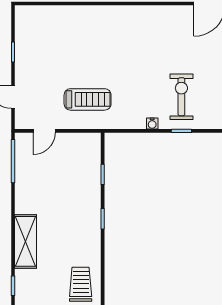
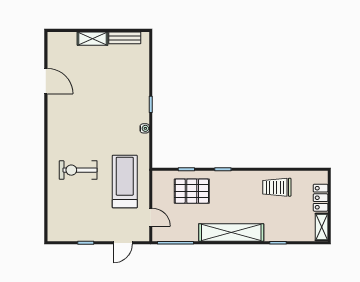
exercise bike: (181, 97) -> (78, 170), moved
treadmill: (88, 99) -> (125, 182), width x1.37, depth x1.38
pallet: (76, 181) -> (192, 191), added
shelving: (25, 241) -> (231, 233), width x1.47

